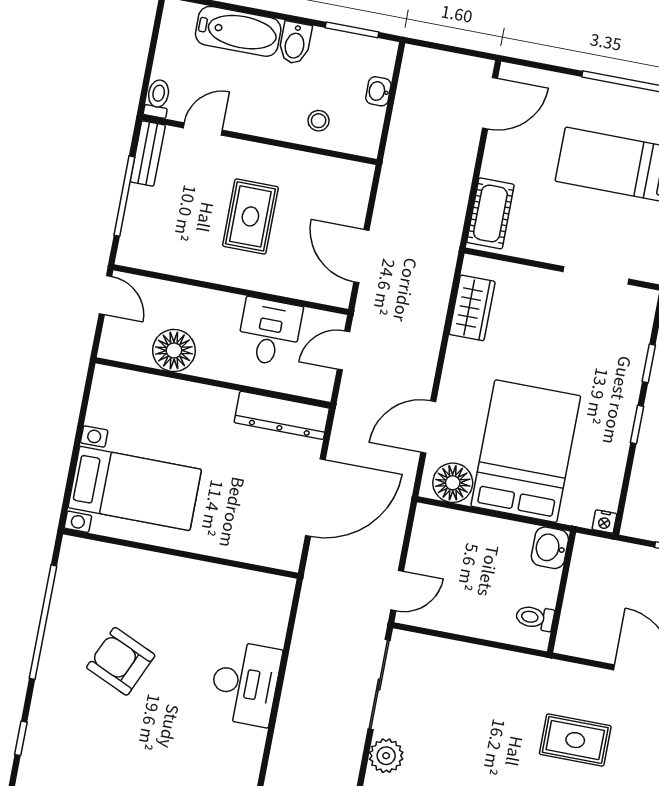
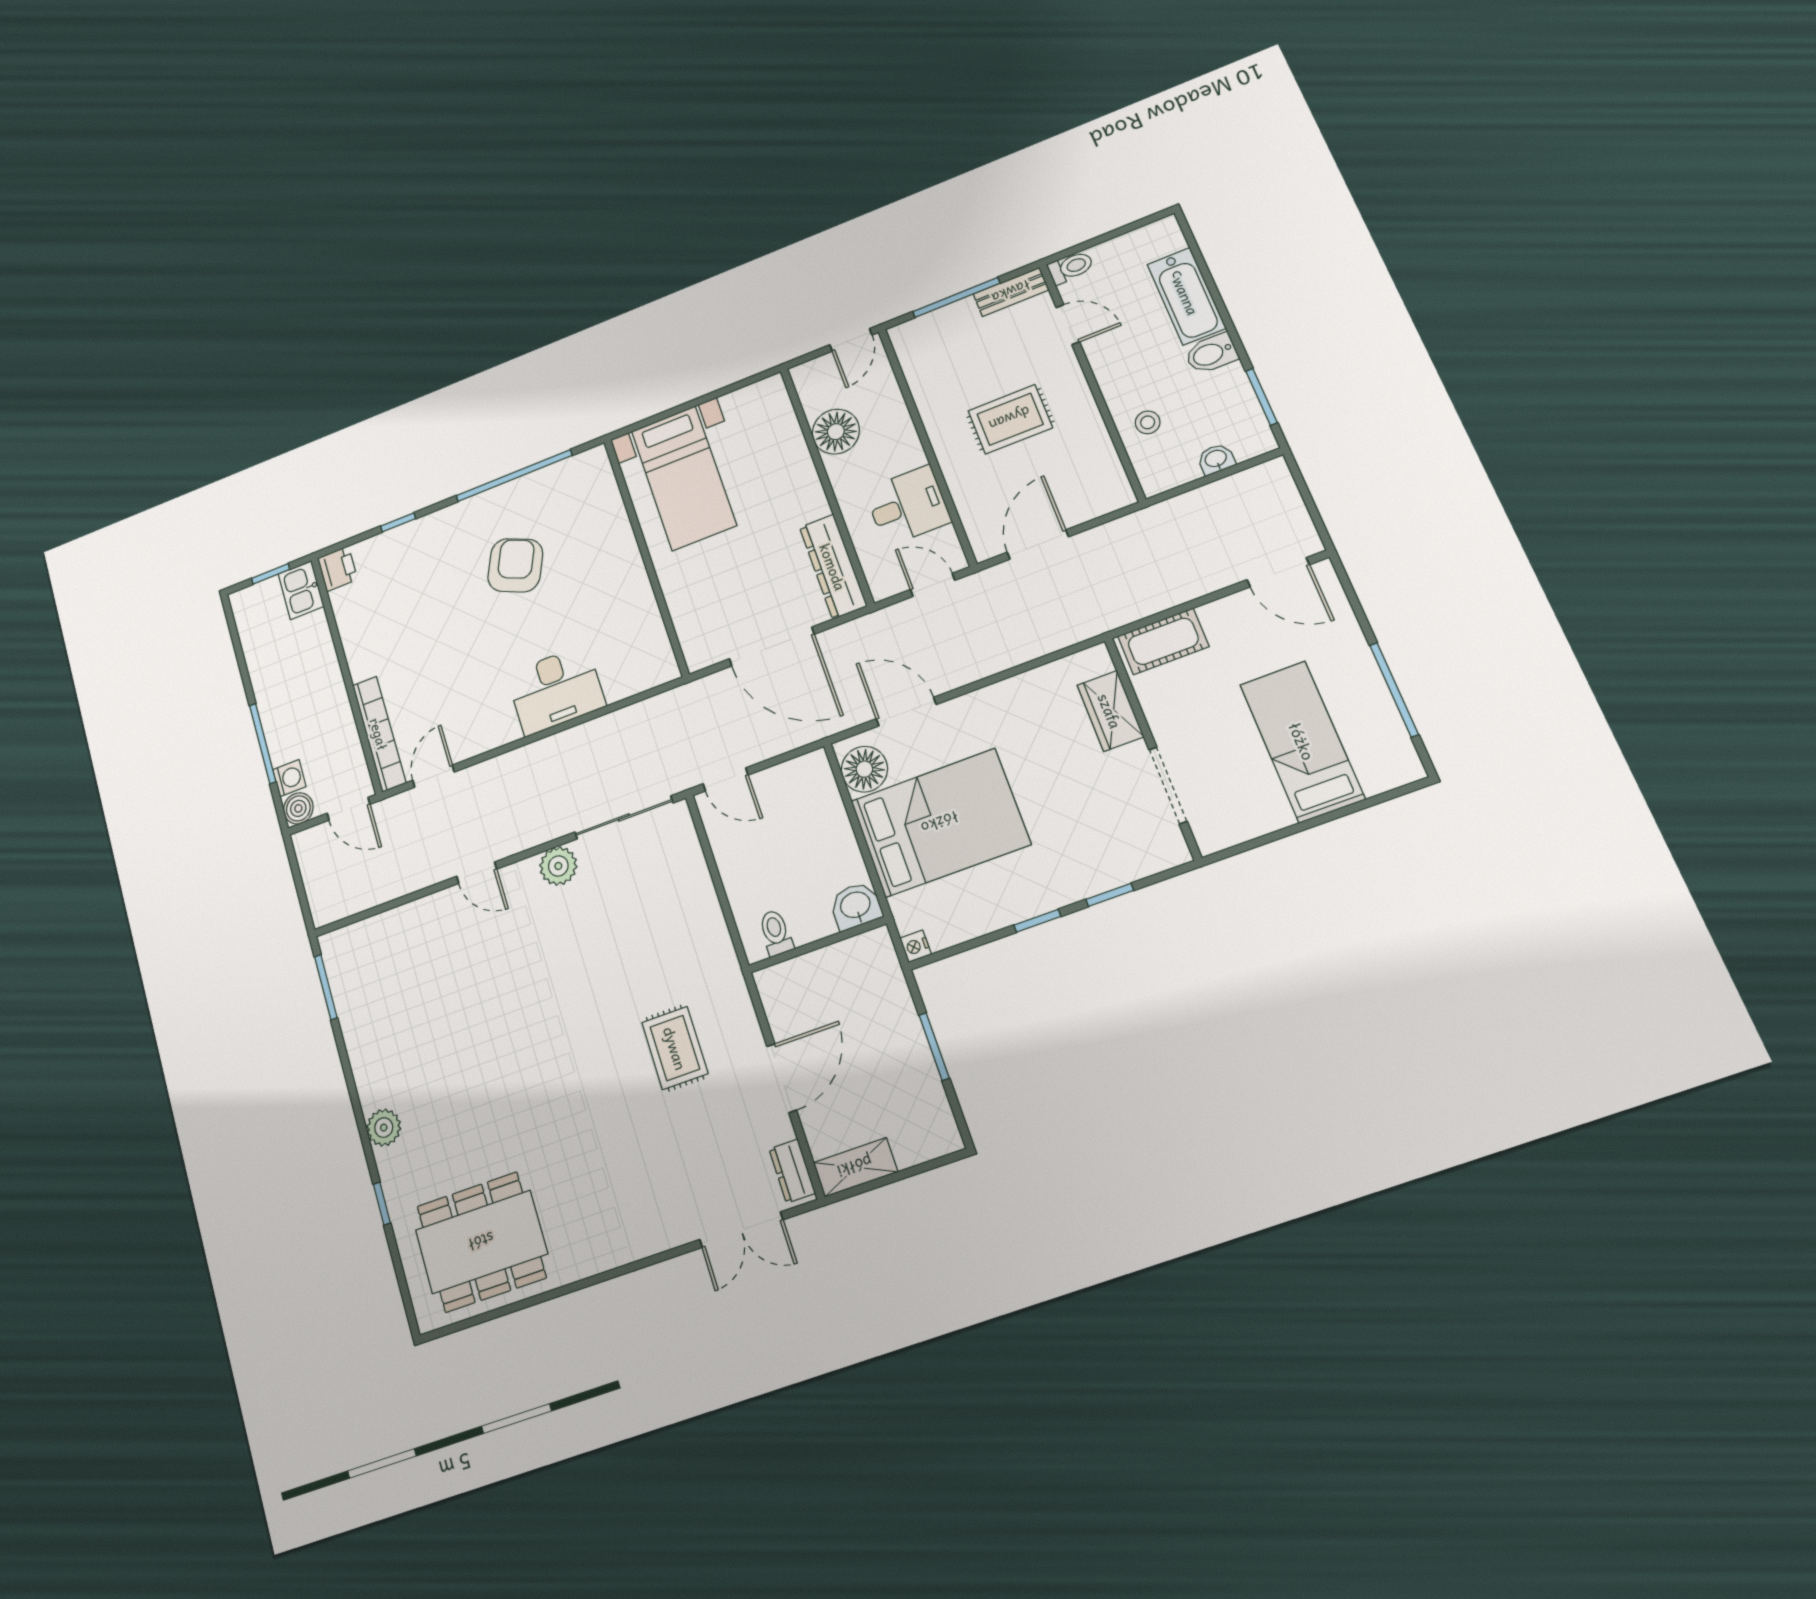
wardrobe: (472, 308) -> (1110, 711), moved, turned 90

